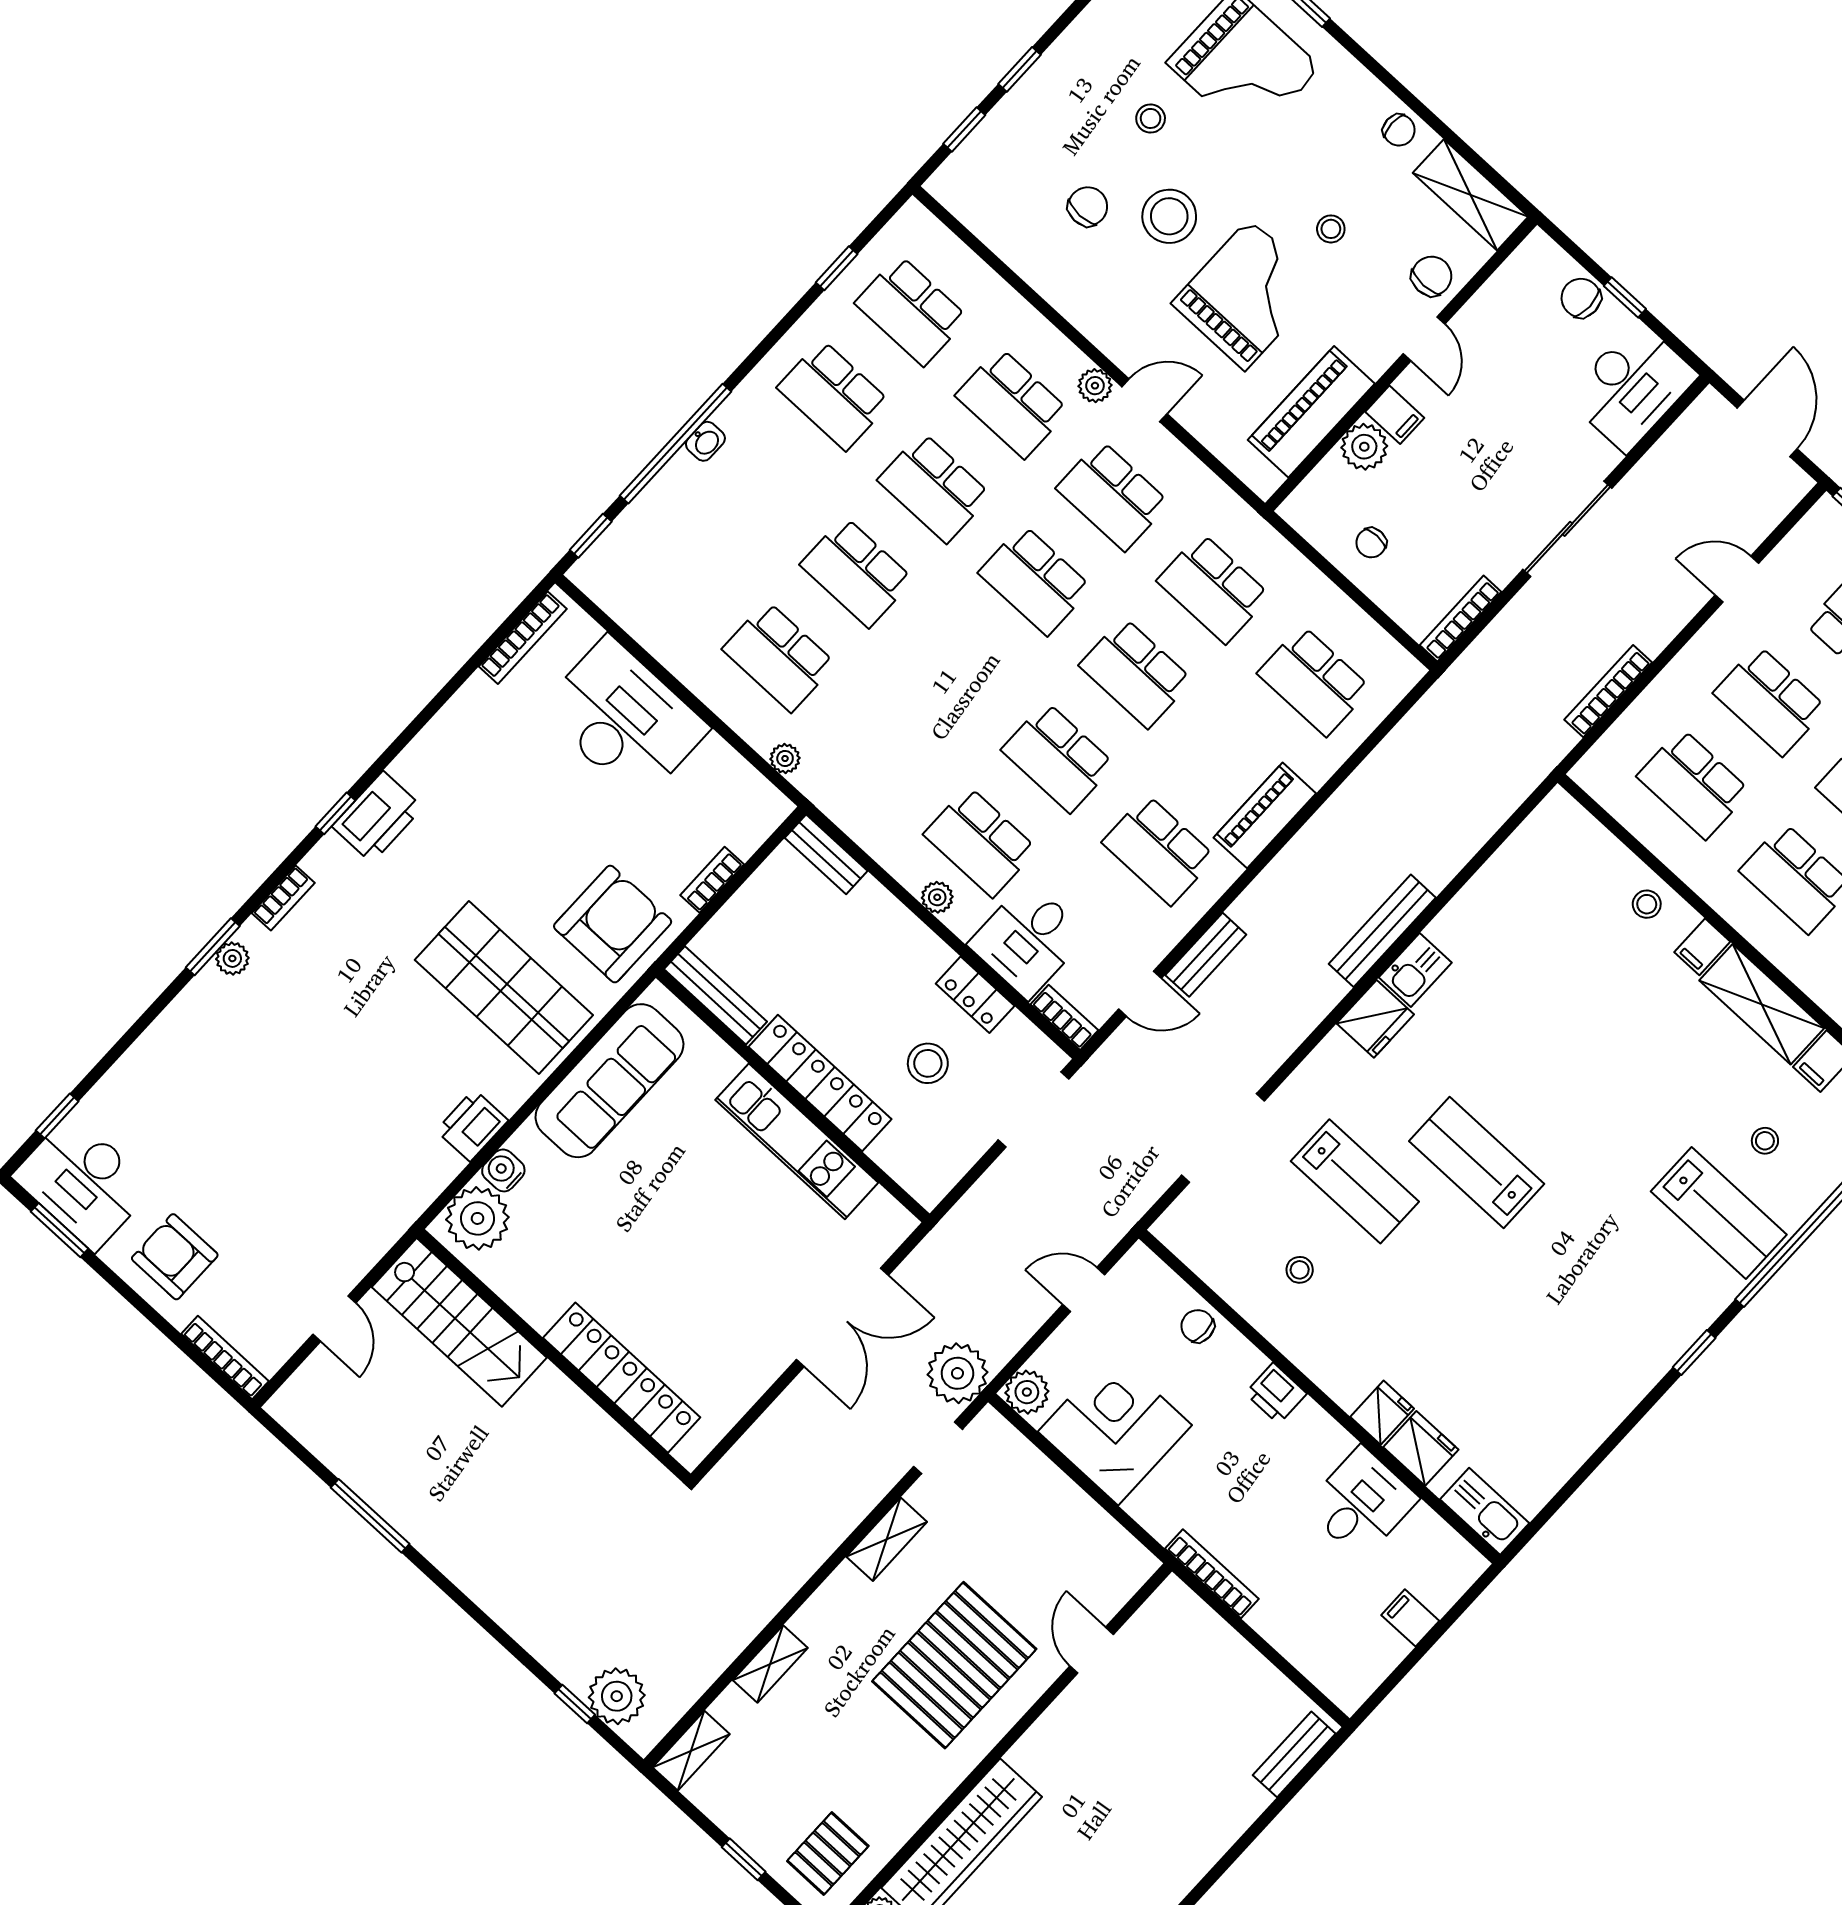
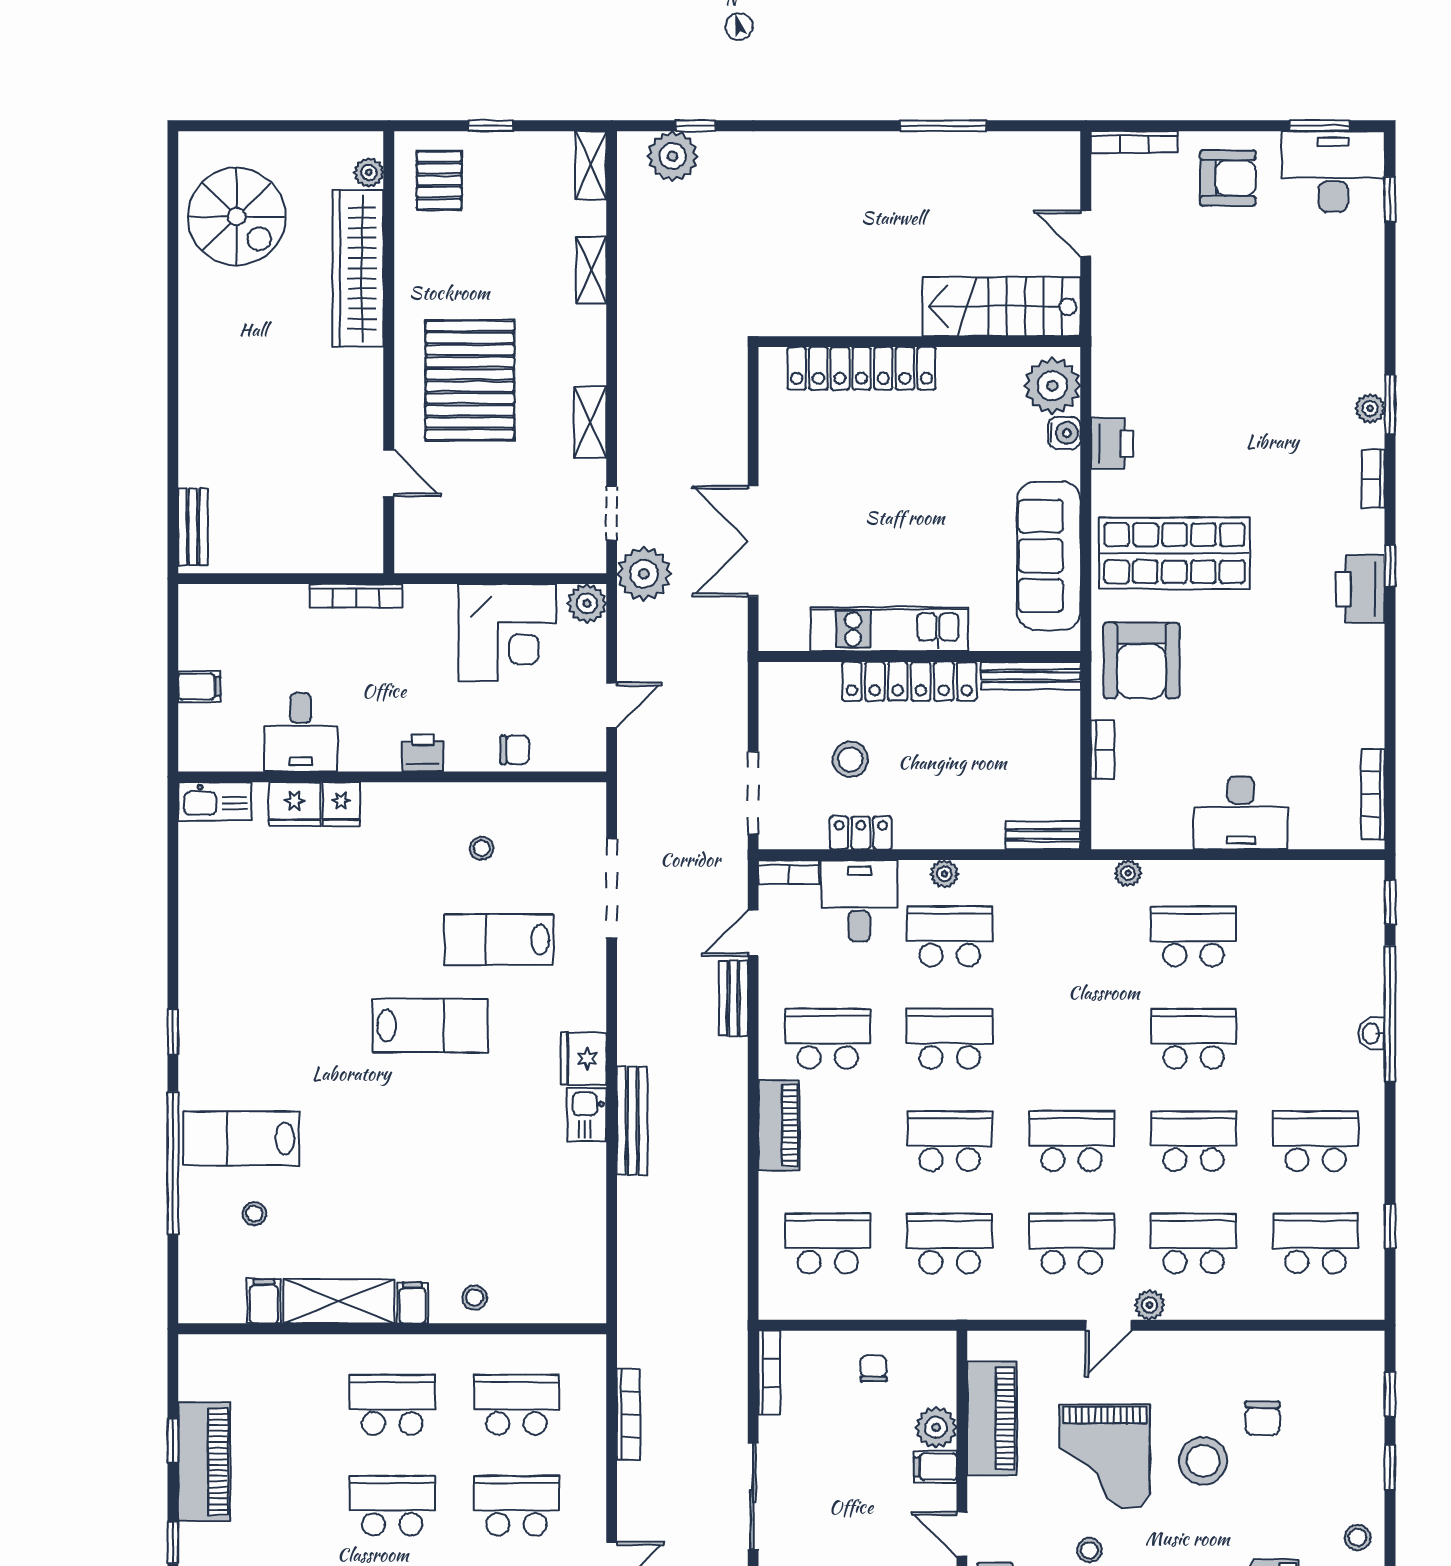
stool: (1151, 118) -> (1358, 1537), moved
desk: (624, 719) -> (1241, 813), width x0.73, depth x0.77

